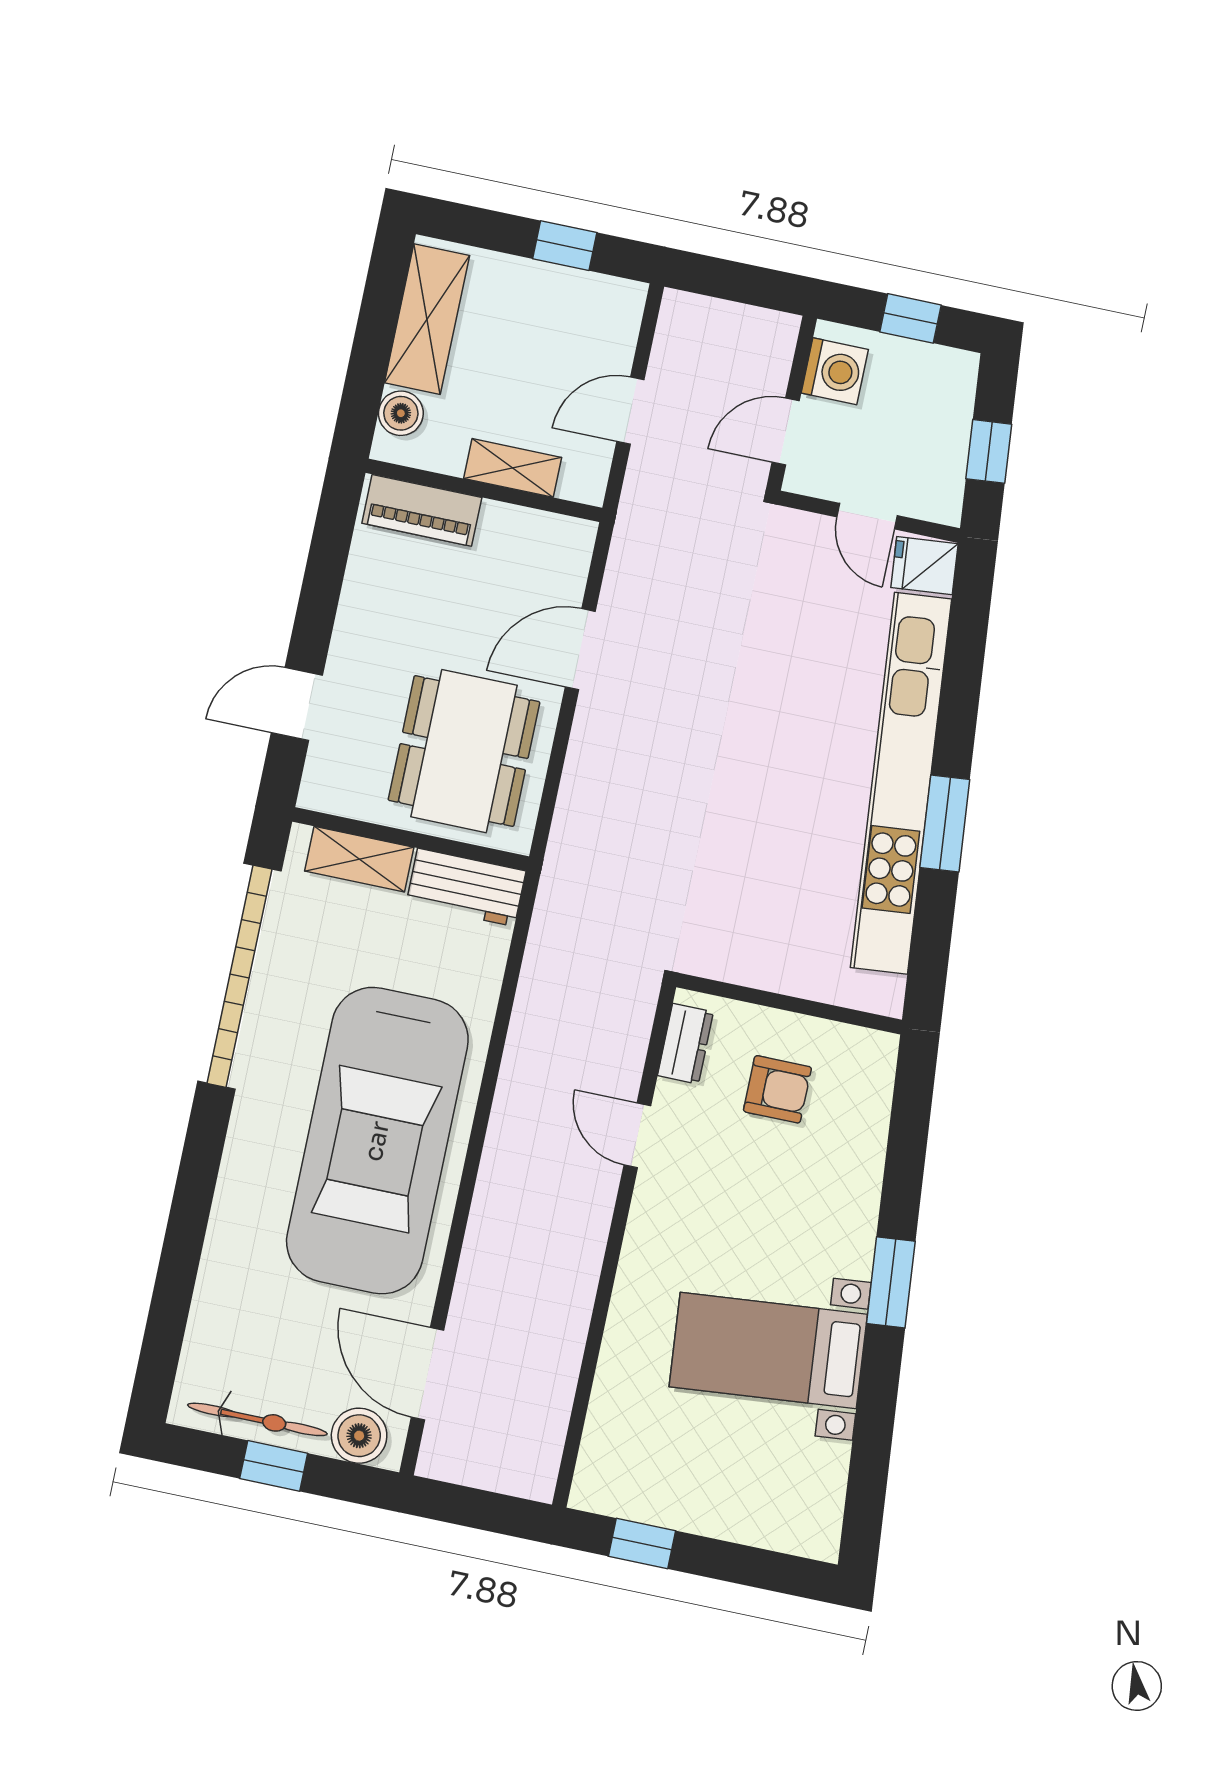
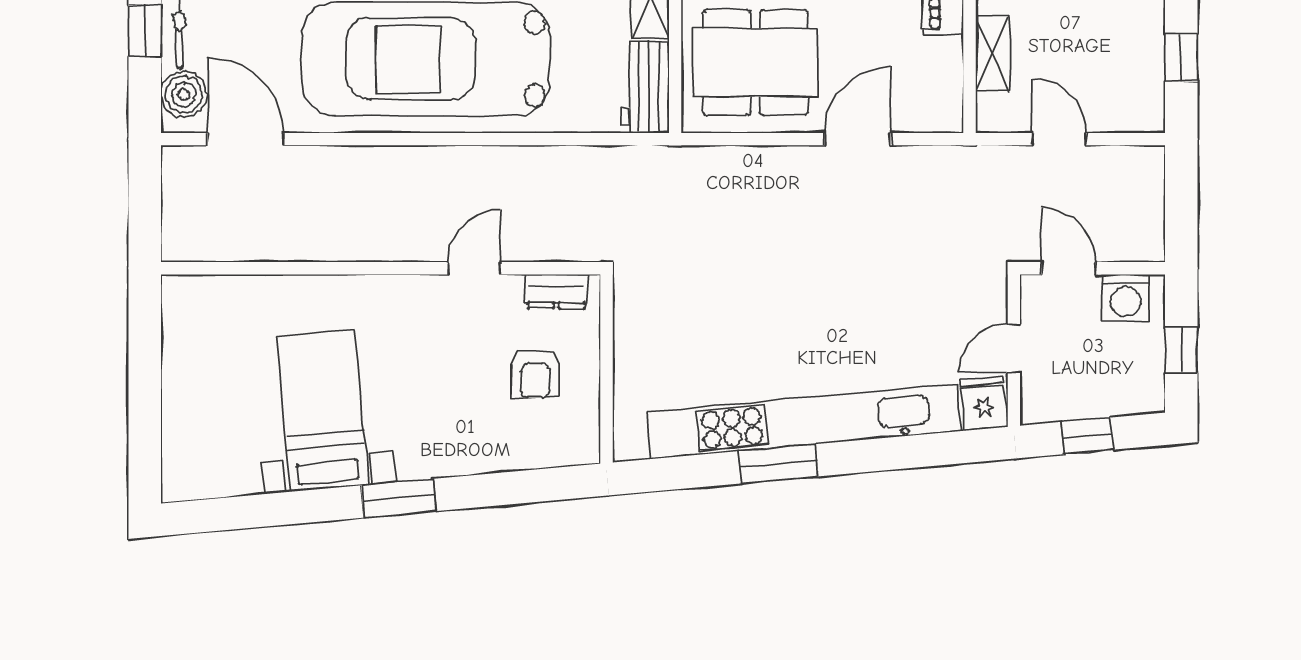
door: (580, 649) -> (857, 139), hinge flipped
door: (428, 1374) -> (245, 139), hinge flipped
window: (642, 1544) -> (145, 342), removed

